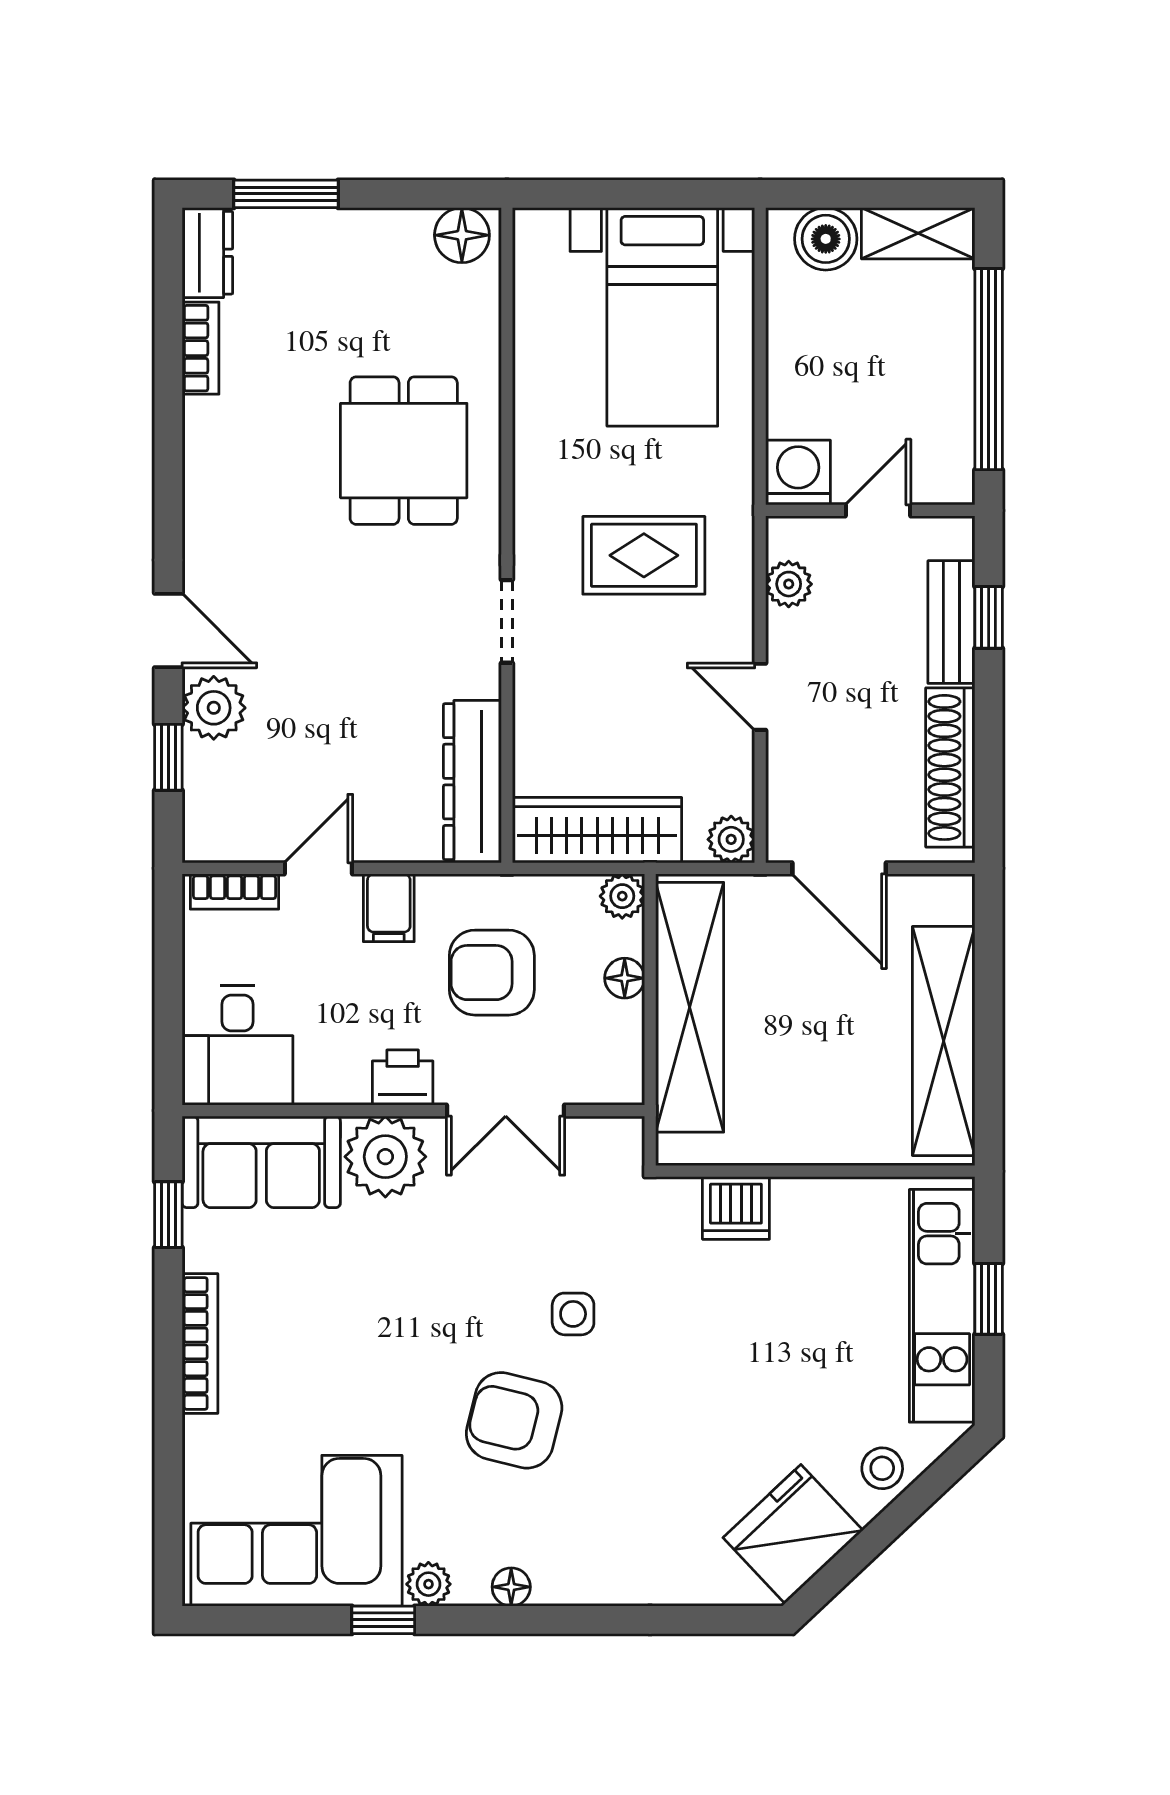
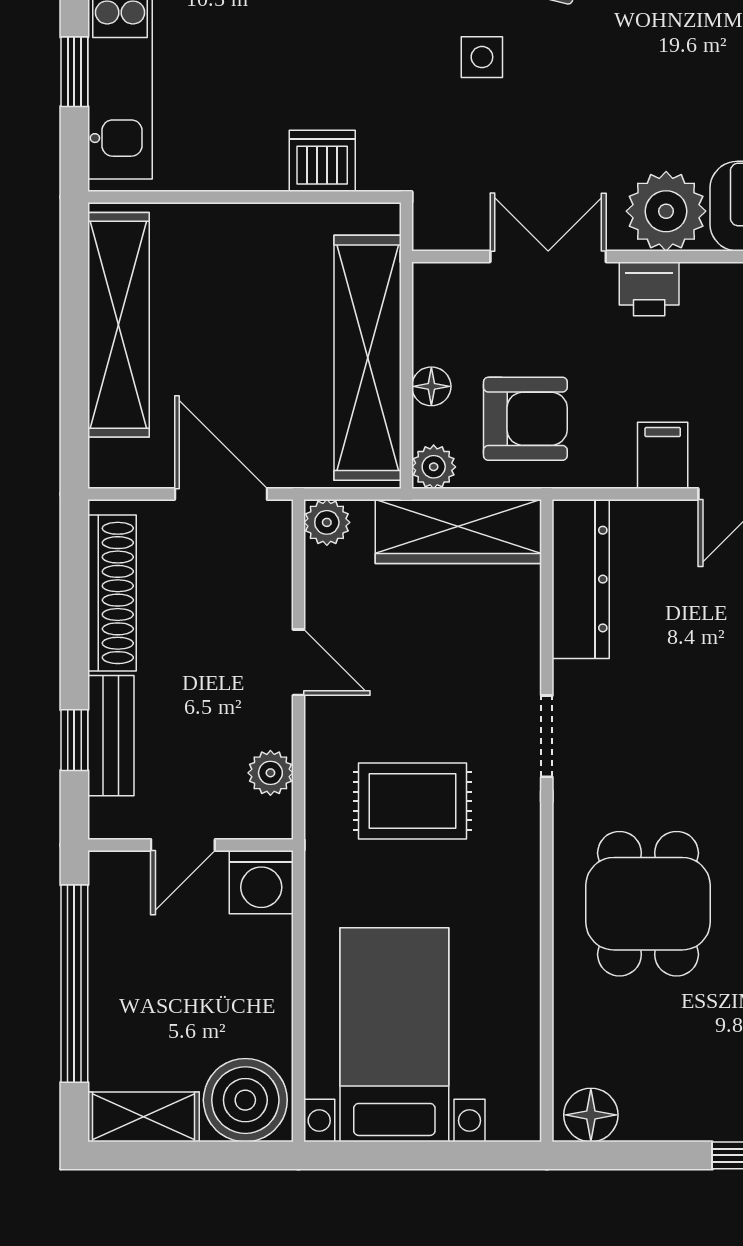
boiler: (826, 239) -> (245, 1100), width x1.37, depth x1.37
armchair: (492, 973) -> (525, 419), moved

